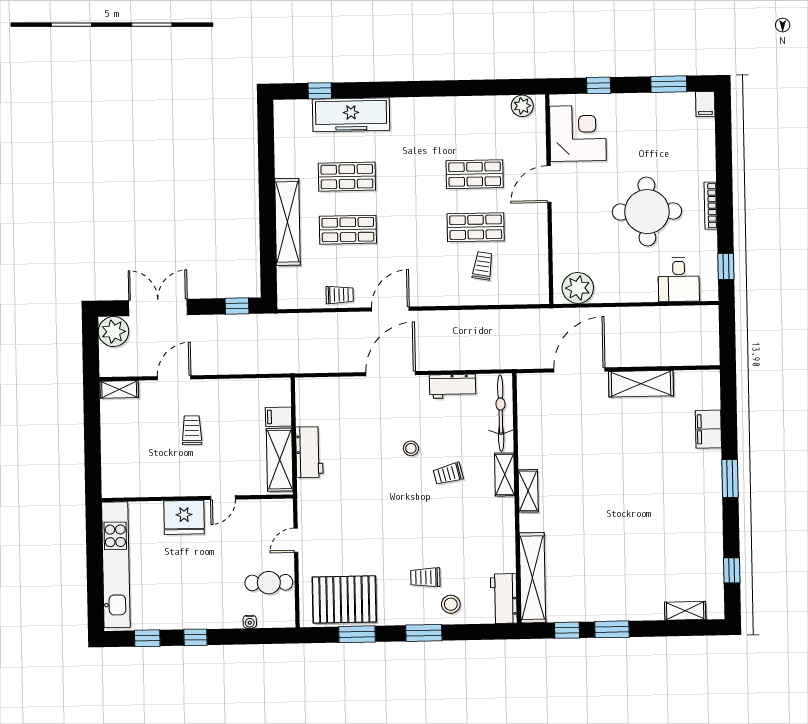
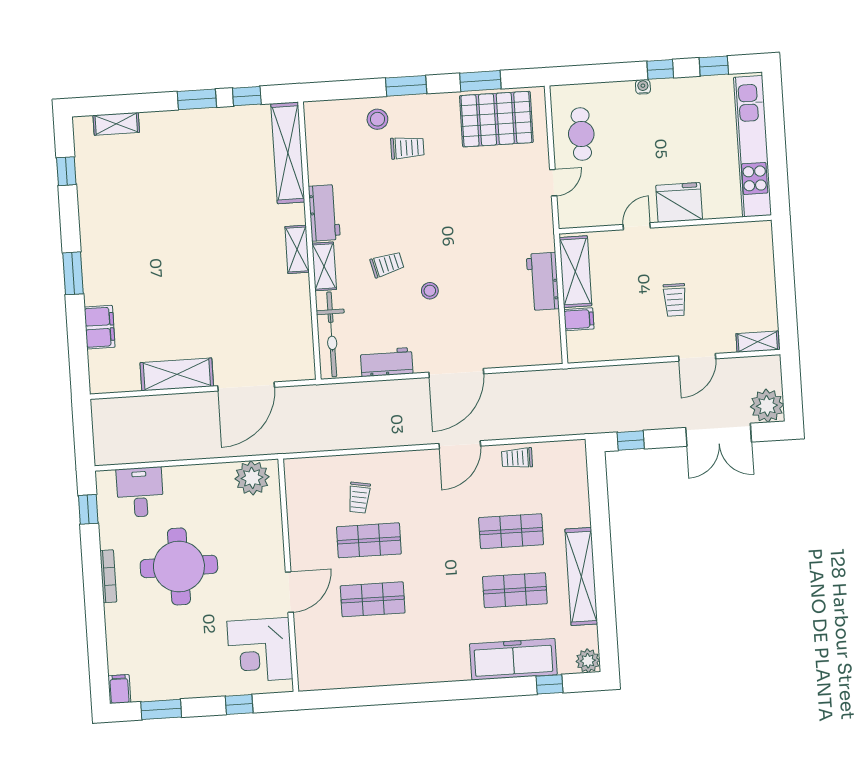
plant: (522, 106) -> (588, 661), moved
shelving: (287, 222) -> (581, 577), moved
cafe table: (269, 583) -> (581, 134), turned 90
workbench: (504, 598) -> (324, 213), moved
water cooler: (250, 622) -> (643, 87), moved

